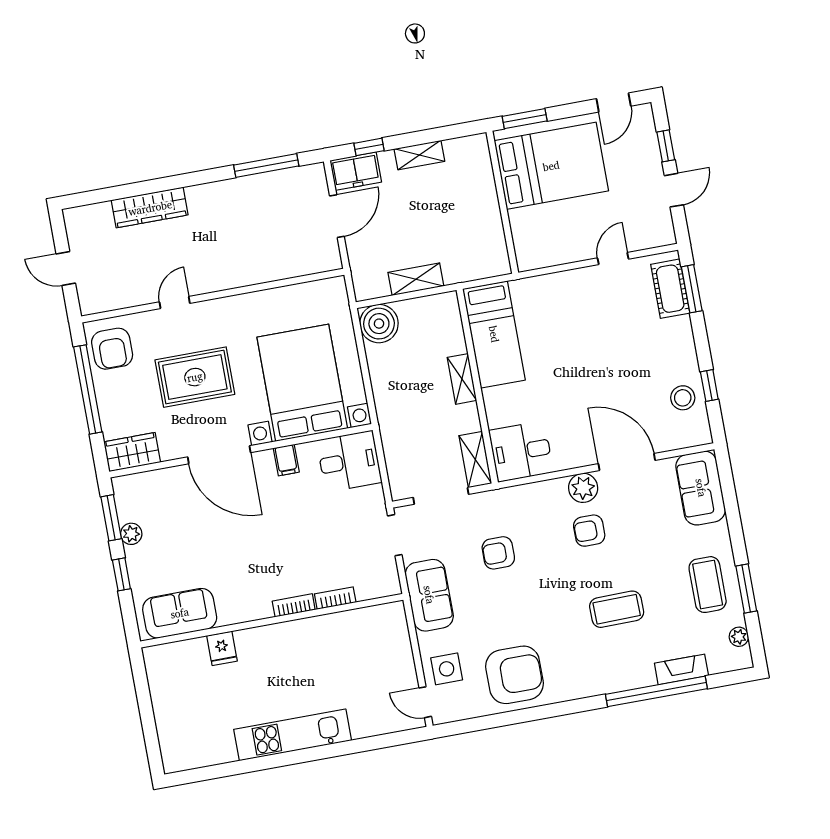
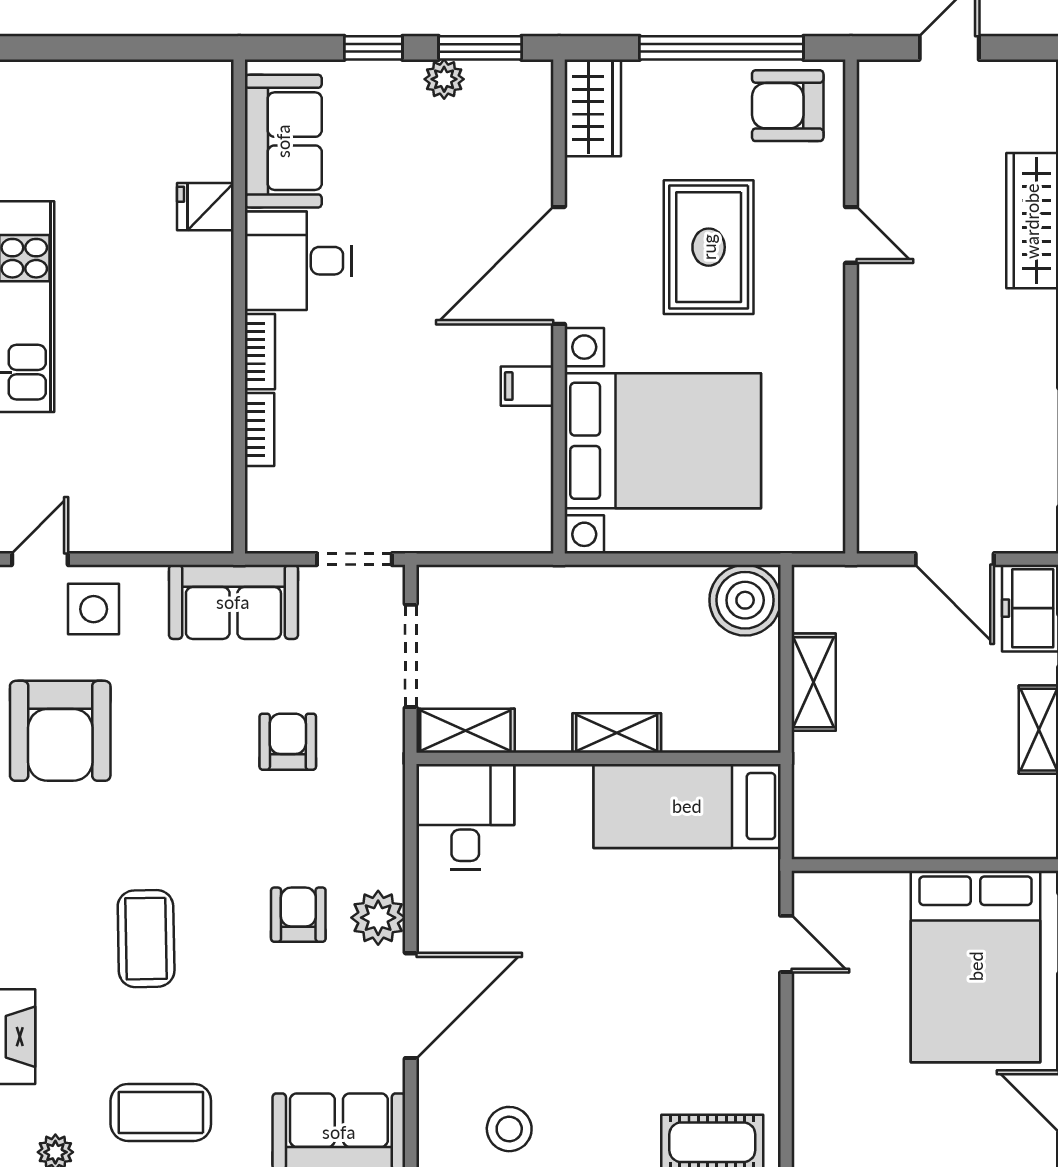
door: (613, 258) -> (786, 944), moved
desk: (349, 461) -> (298, 261), moved, turned 90

